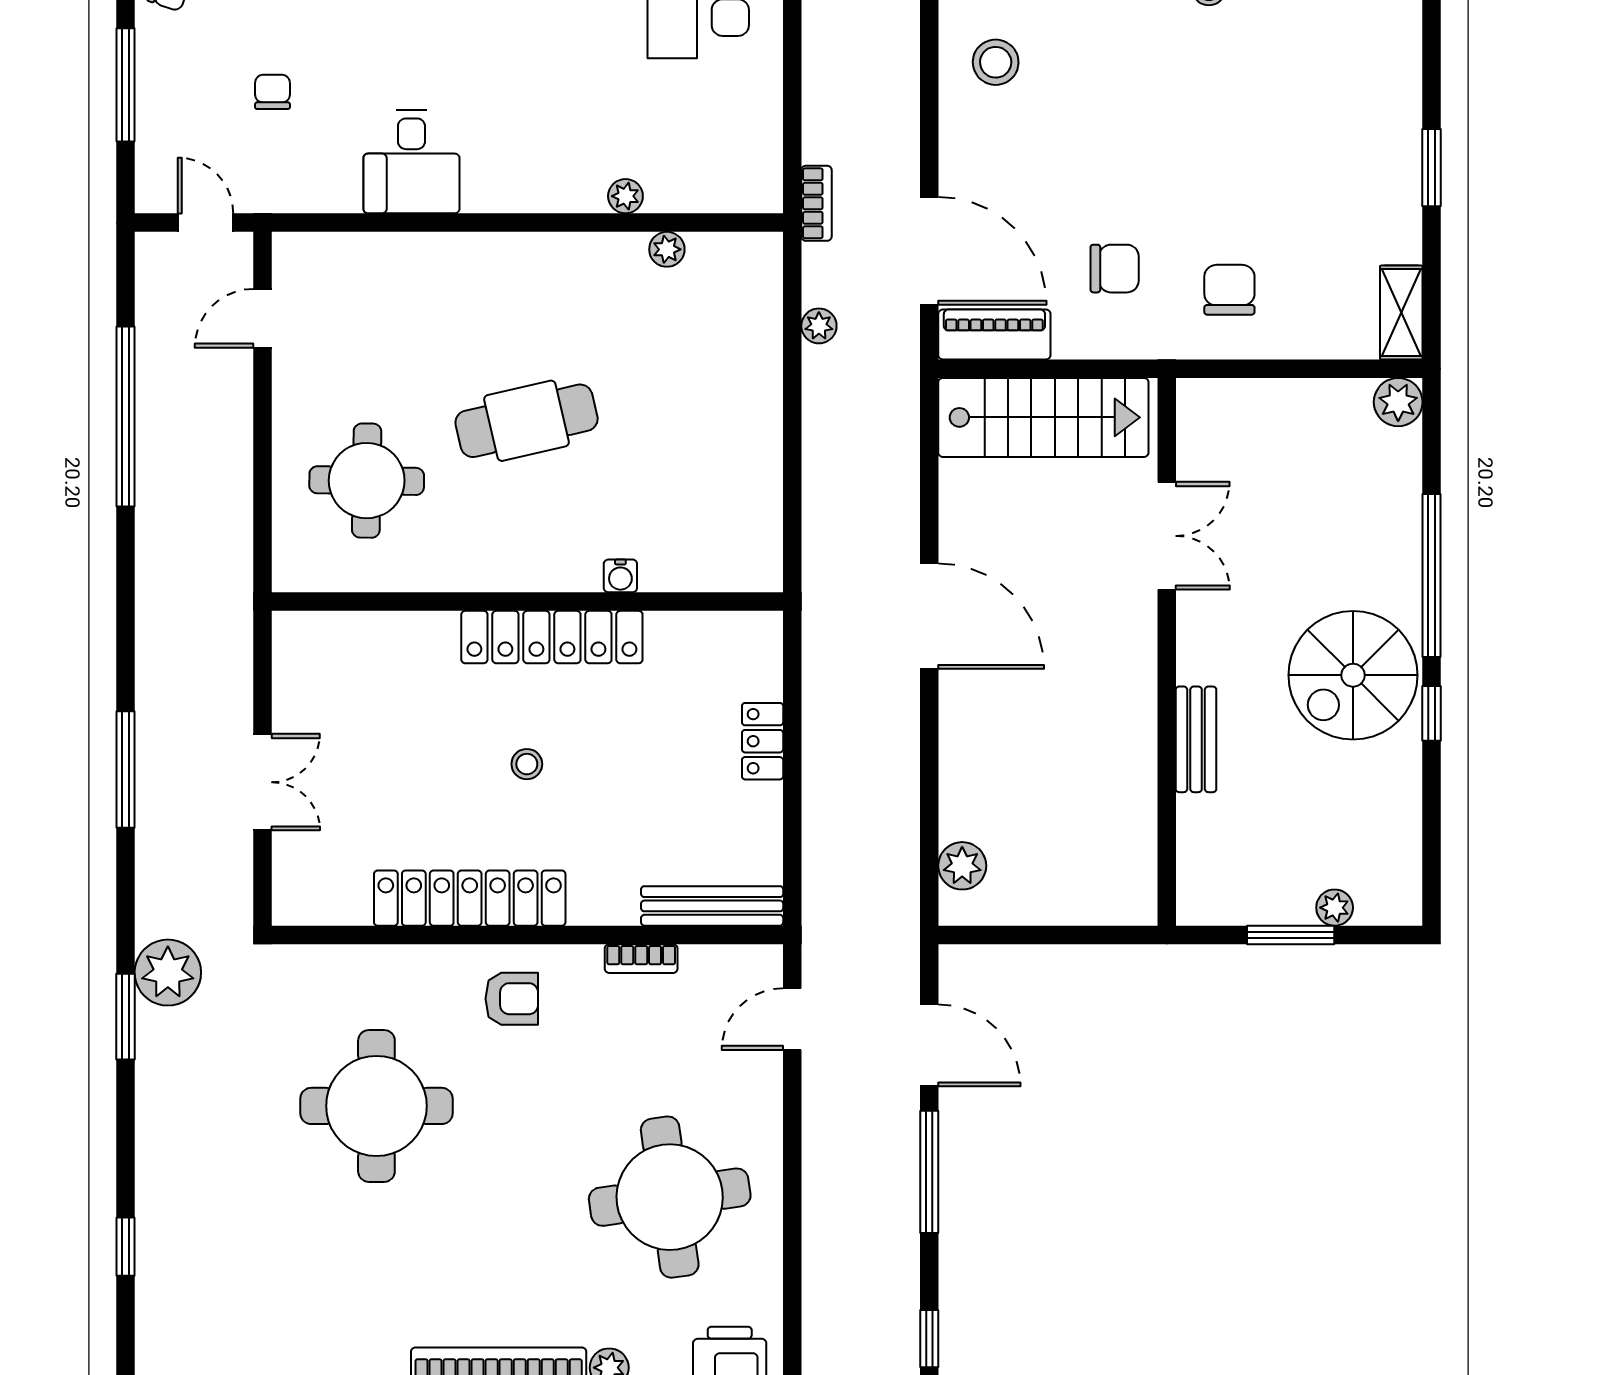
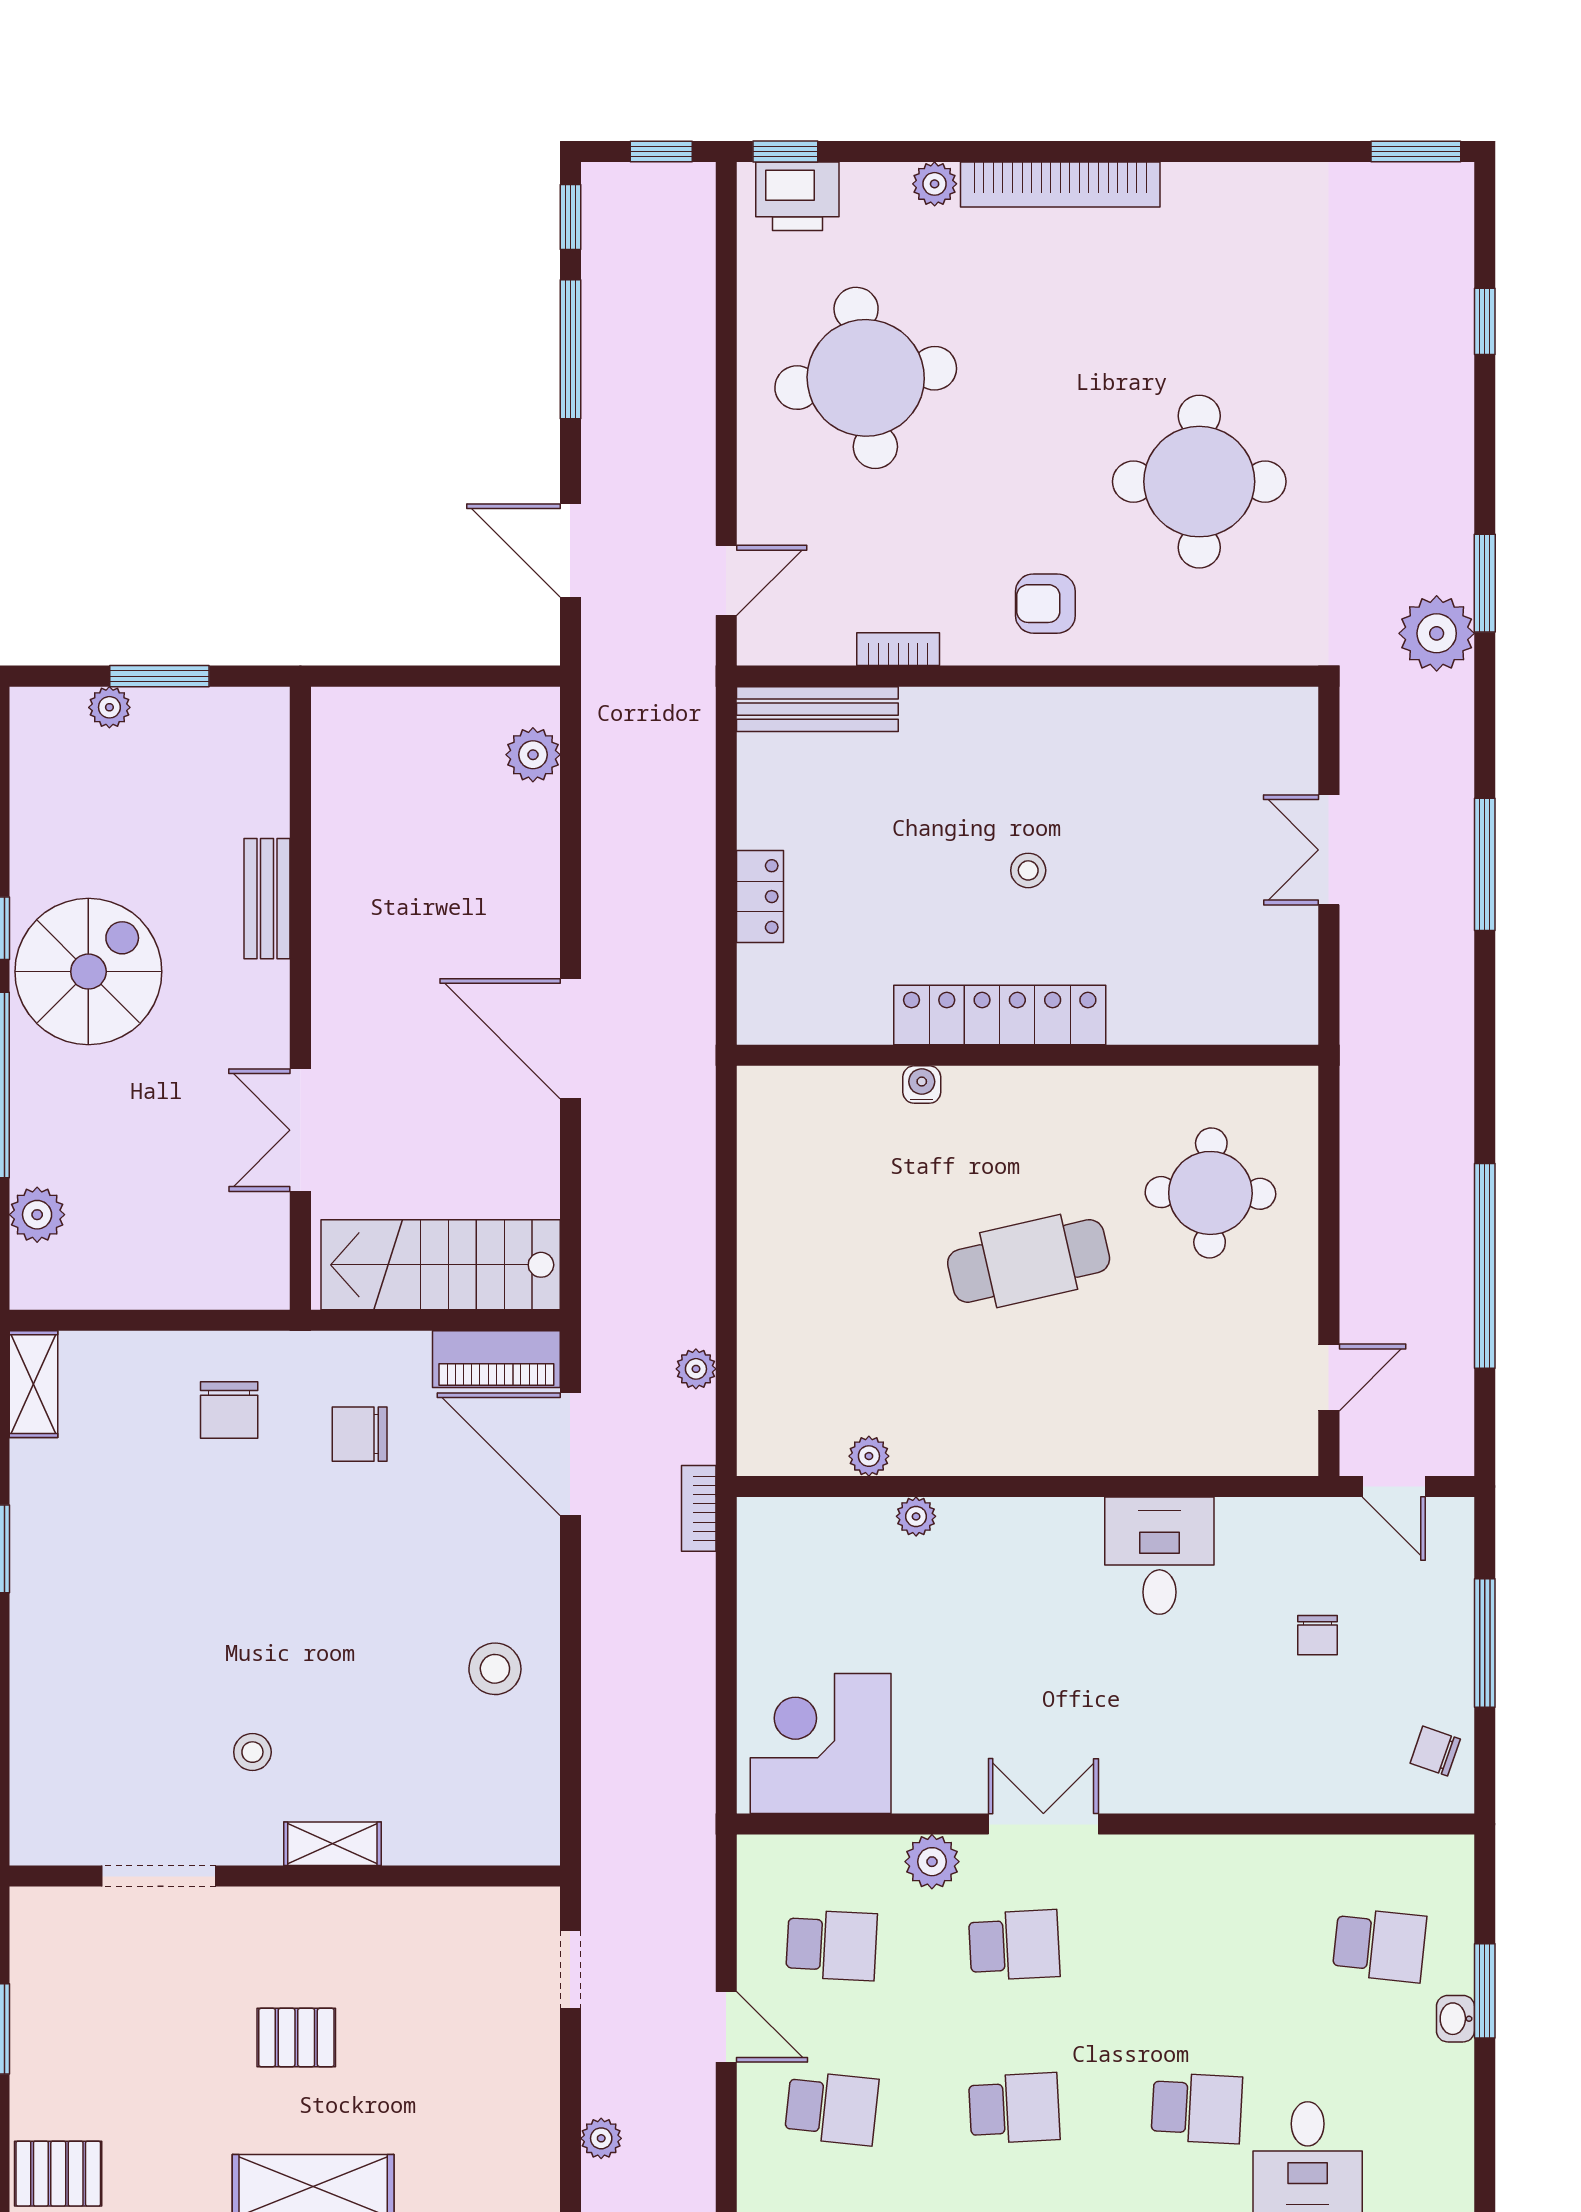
plant: (1398, 402) -> (37, 1215), moved
locker: (470, 898) -> (1093, 718), removed
window: (929, 1172) -> (570, 349), moved

